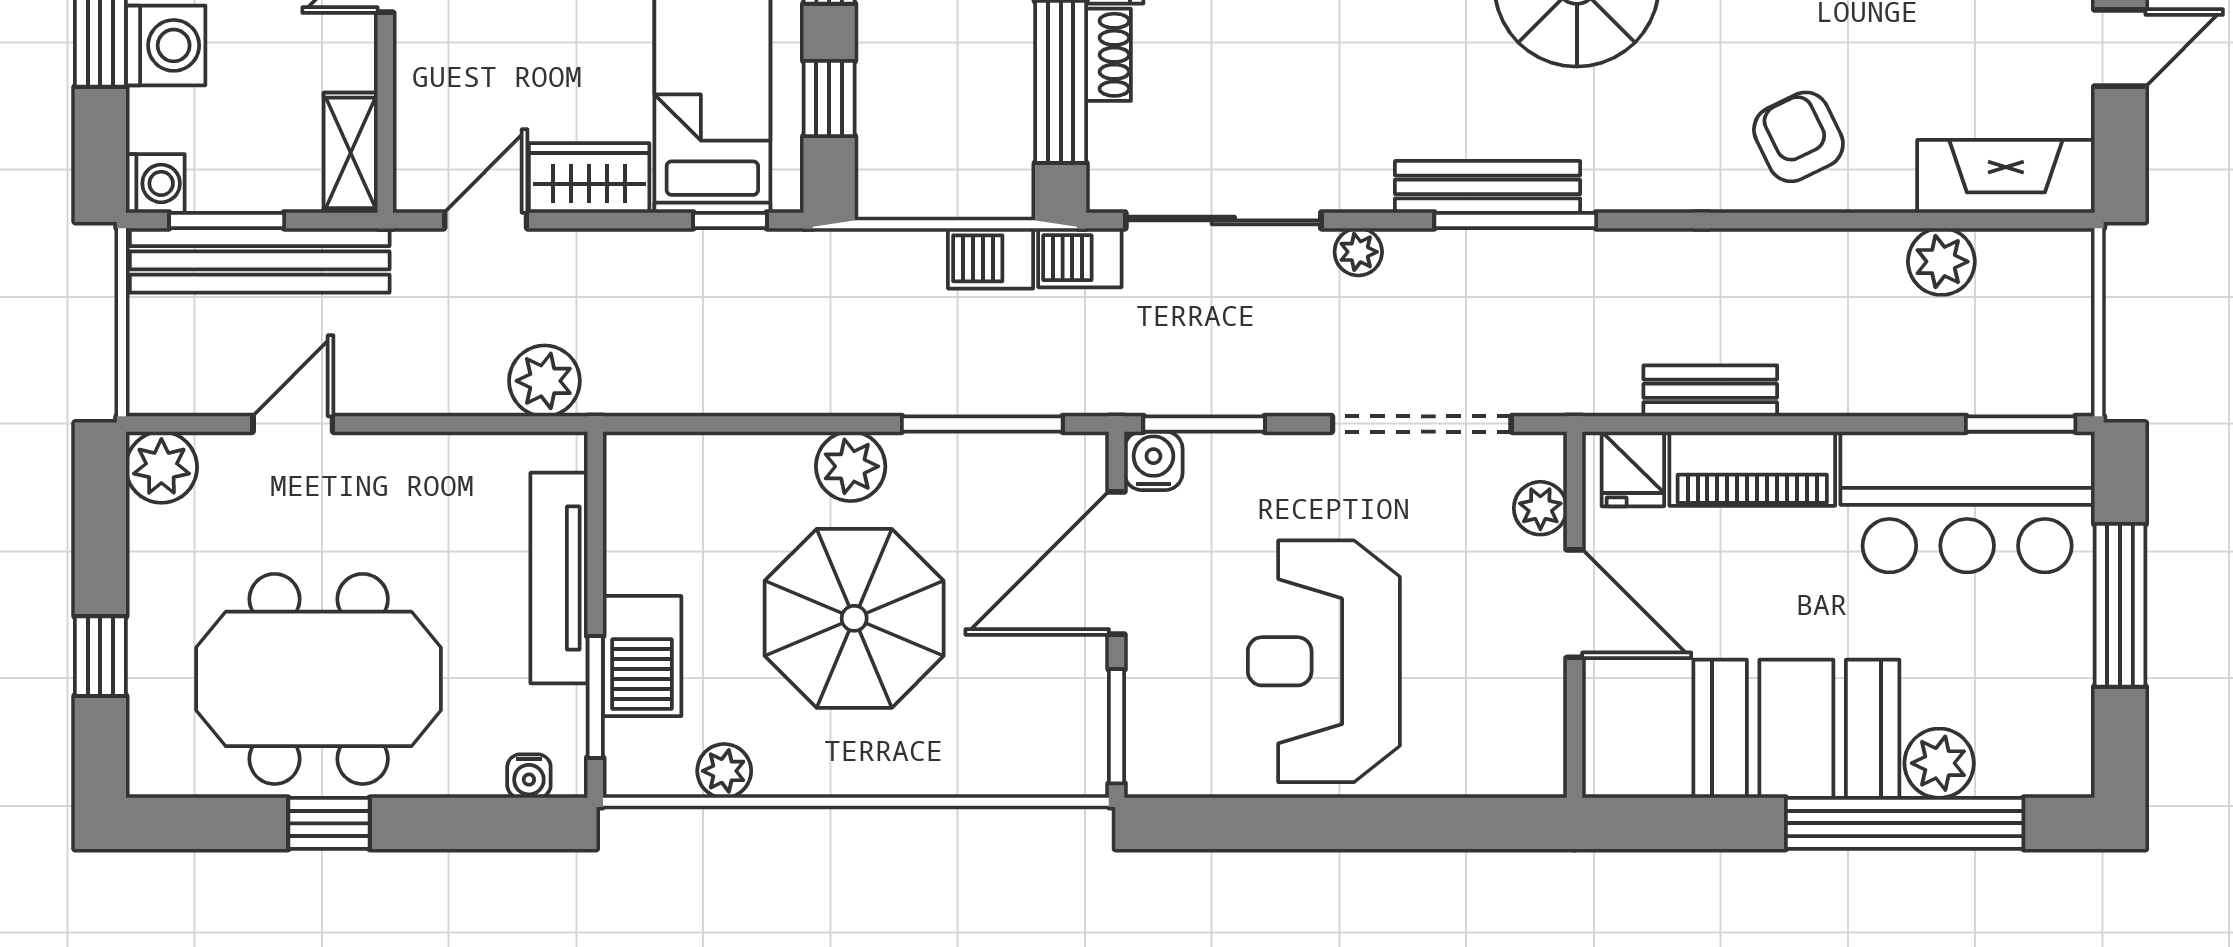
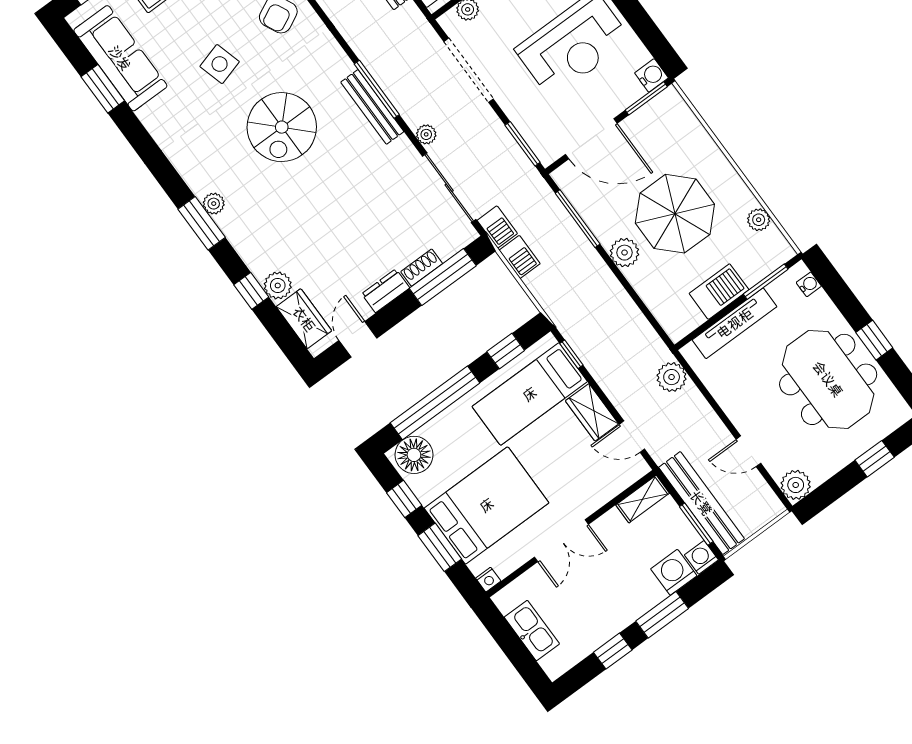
washing machine: (166, 45) -> (674, 572), moved
water cooler: (1153, 461) -> (651, 75), moved, turned 180
barbecue: (642, 656) -> (719, 292), moved

